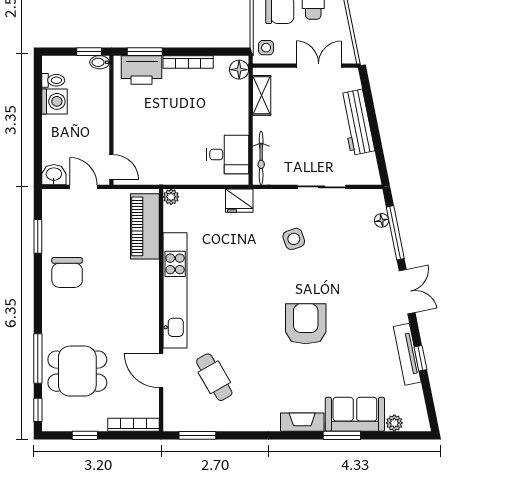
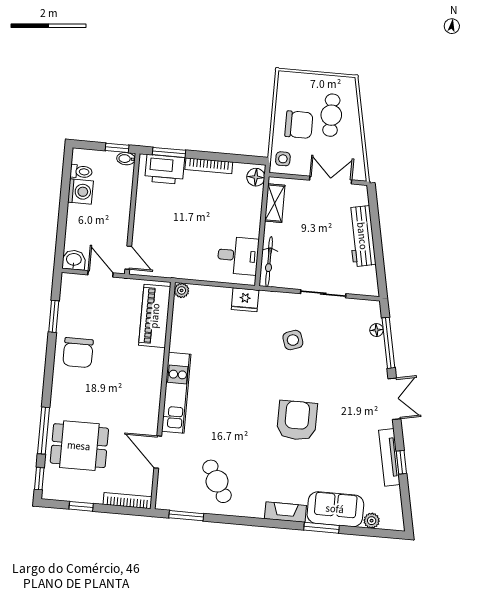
kitchen unit: (175, 290) -> (176, 393), width x0.73
cafe table: (214, 377) -> (217, 481), moved

